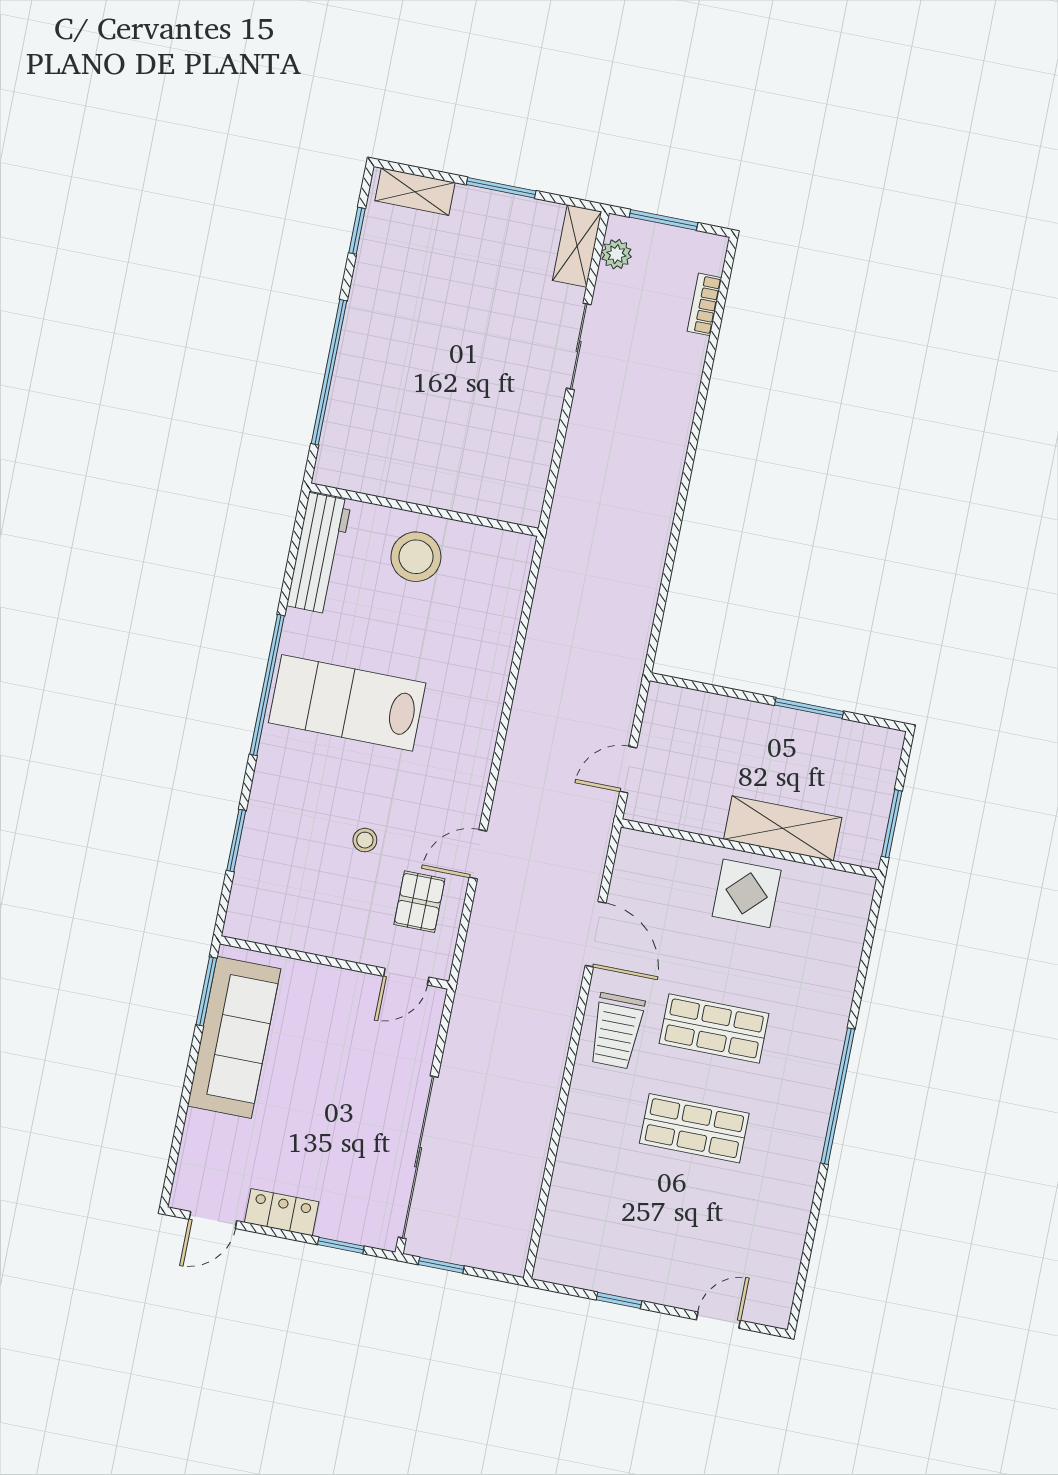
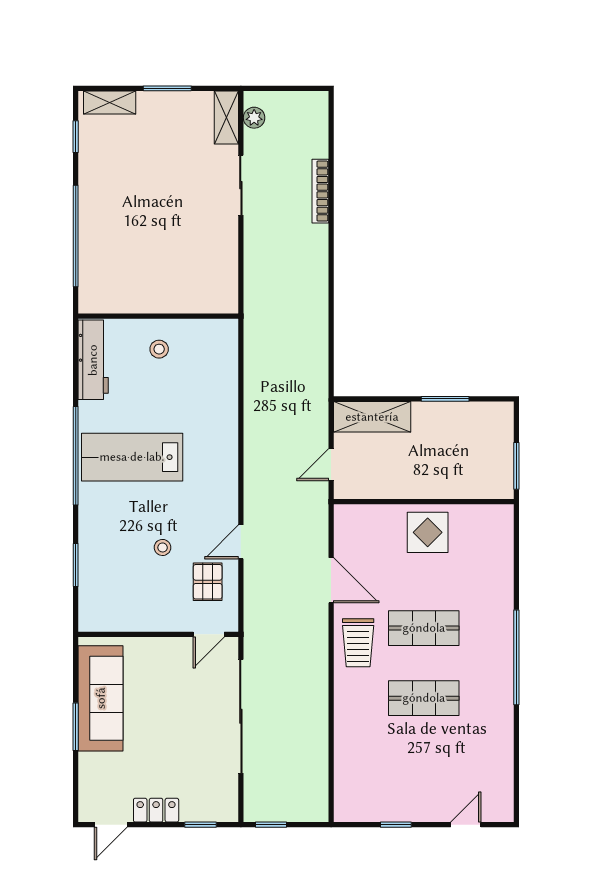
window: (663, 220) -> (281, 88), removed
bookcase: (705, 304) -> (320, 191), moved, width x1.56
stool: (416, 557) -> (159, 349), width x0.53, depth x0.53
shelving: (783, 828) -> (372, 417), moved
window: (206, 991) -> (76, 727), moved
sliding door: (418, 1157) -> (241, 716), moved

